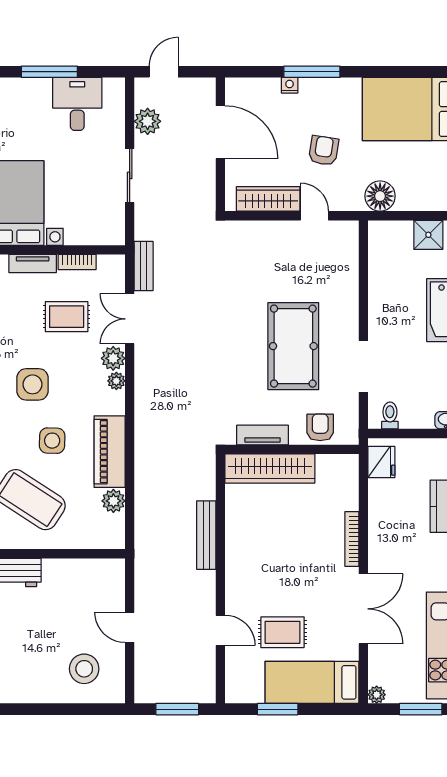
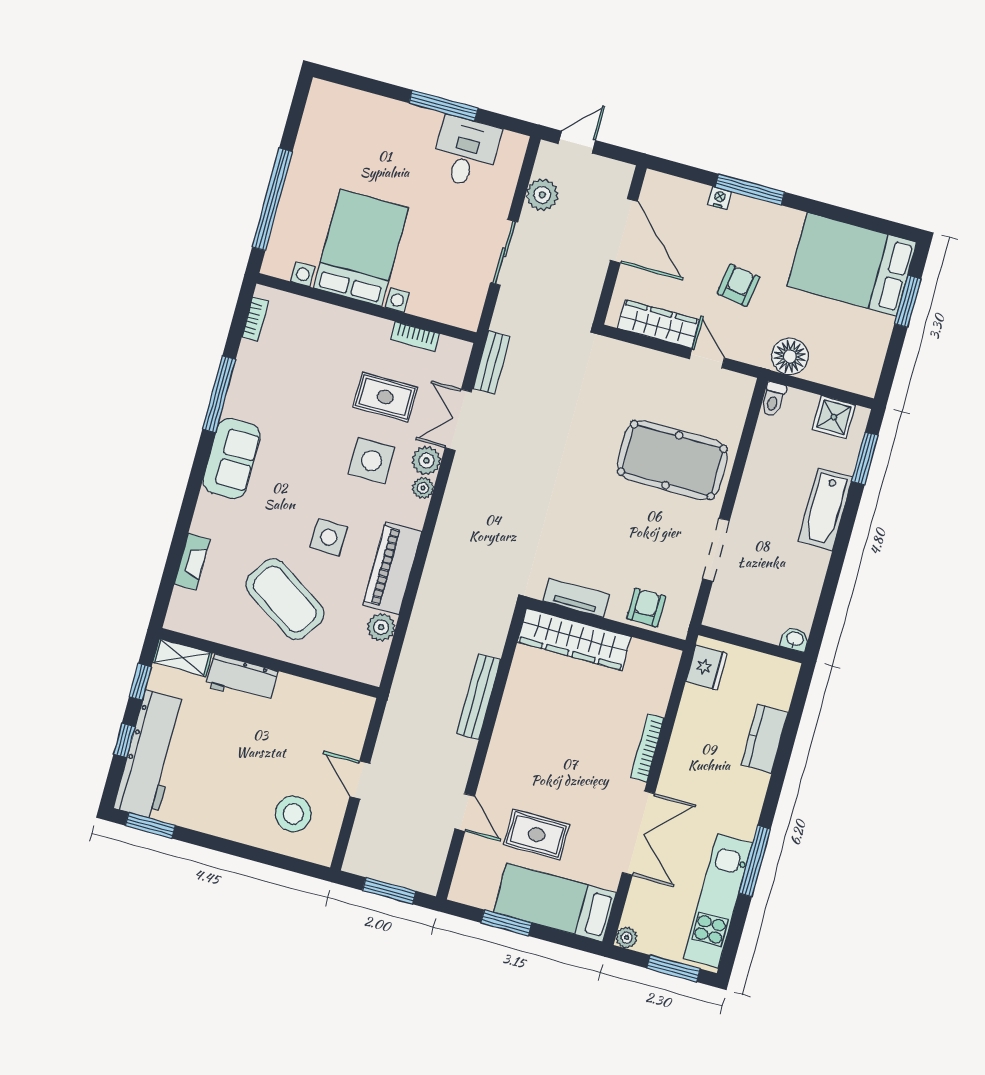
tv unit: (33, 263) -> (363, 324), removed
pool table: (293, 346) -> (672, 460), moved, turned 90
side table: (32, 384) -> (371, 461), moved
toilet: (390, 416) -> (773, 399), moved, turned 180

